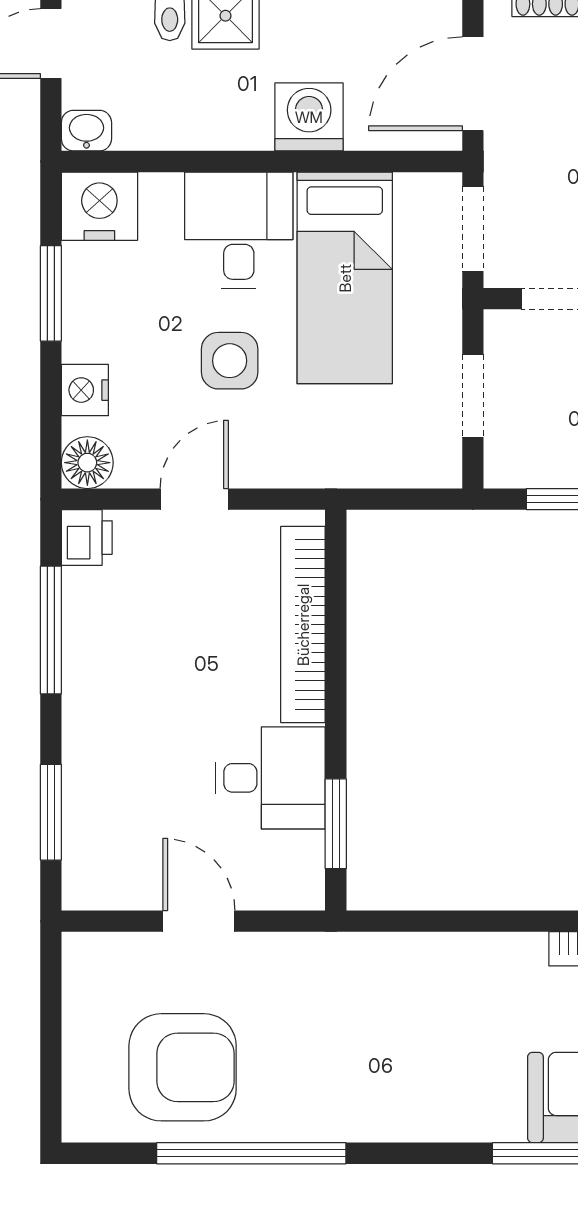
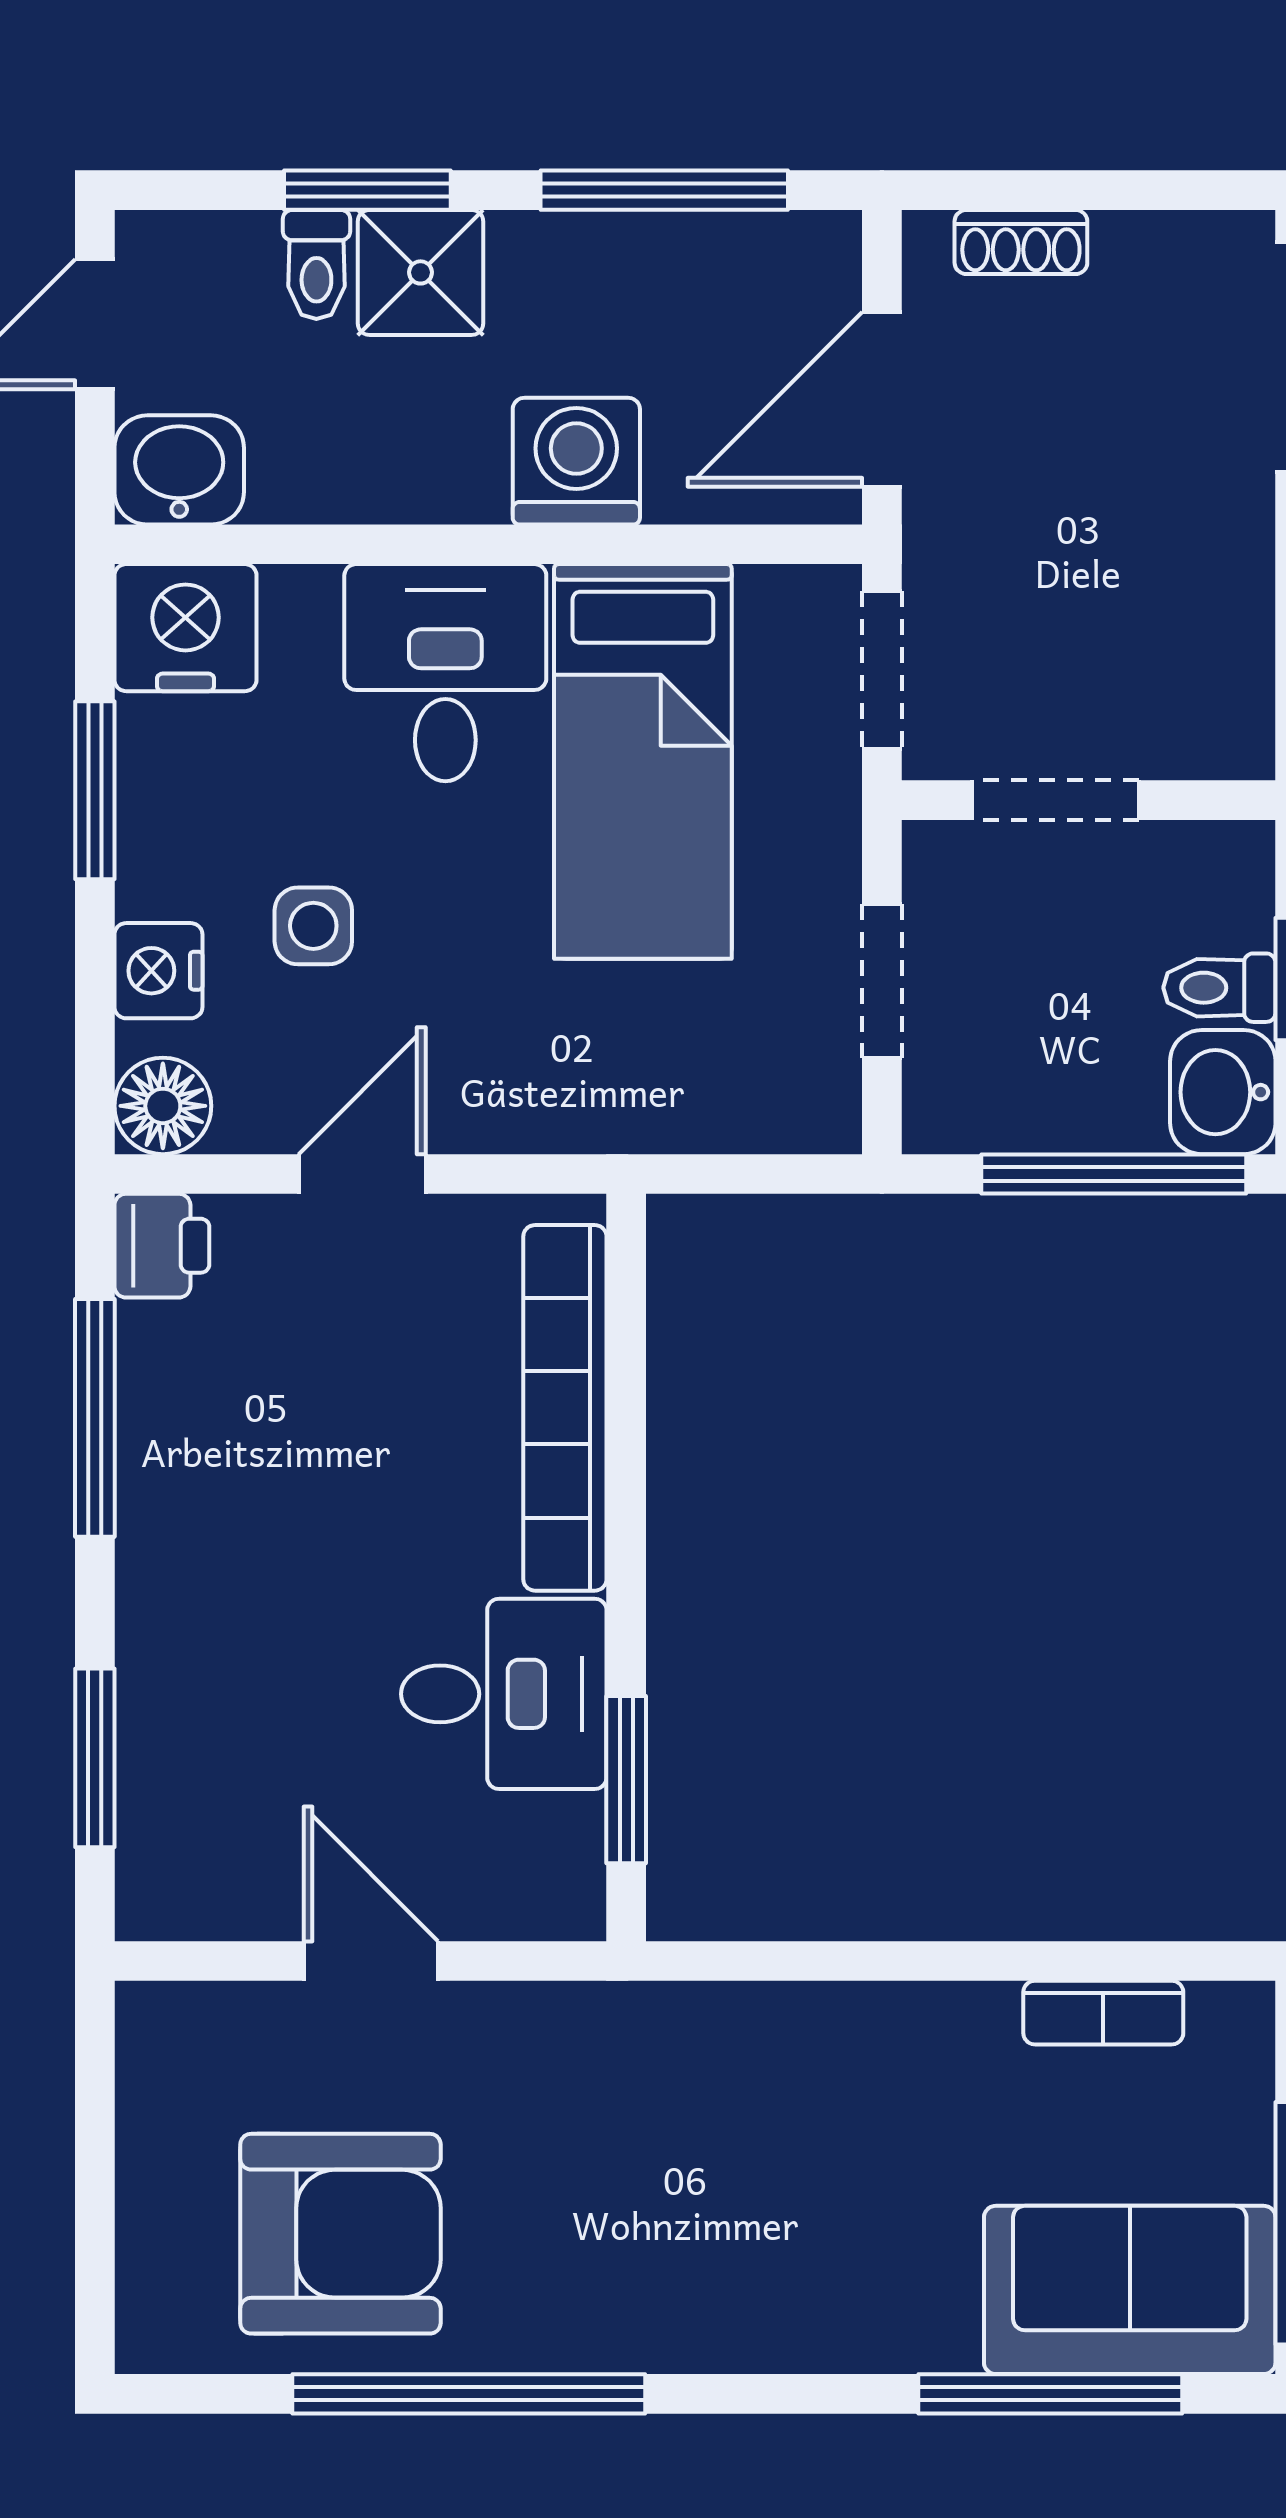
washbasin: (86, 131) -> (179, 470), width x1.38, depth x1.45
side table: (230, 361) -> (313, 926), moved, width x0.73, depth x0.73

